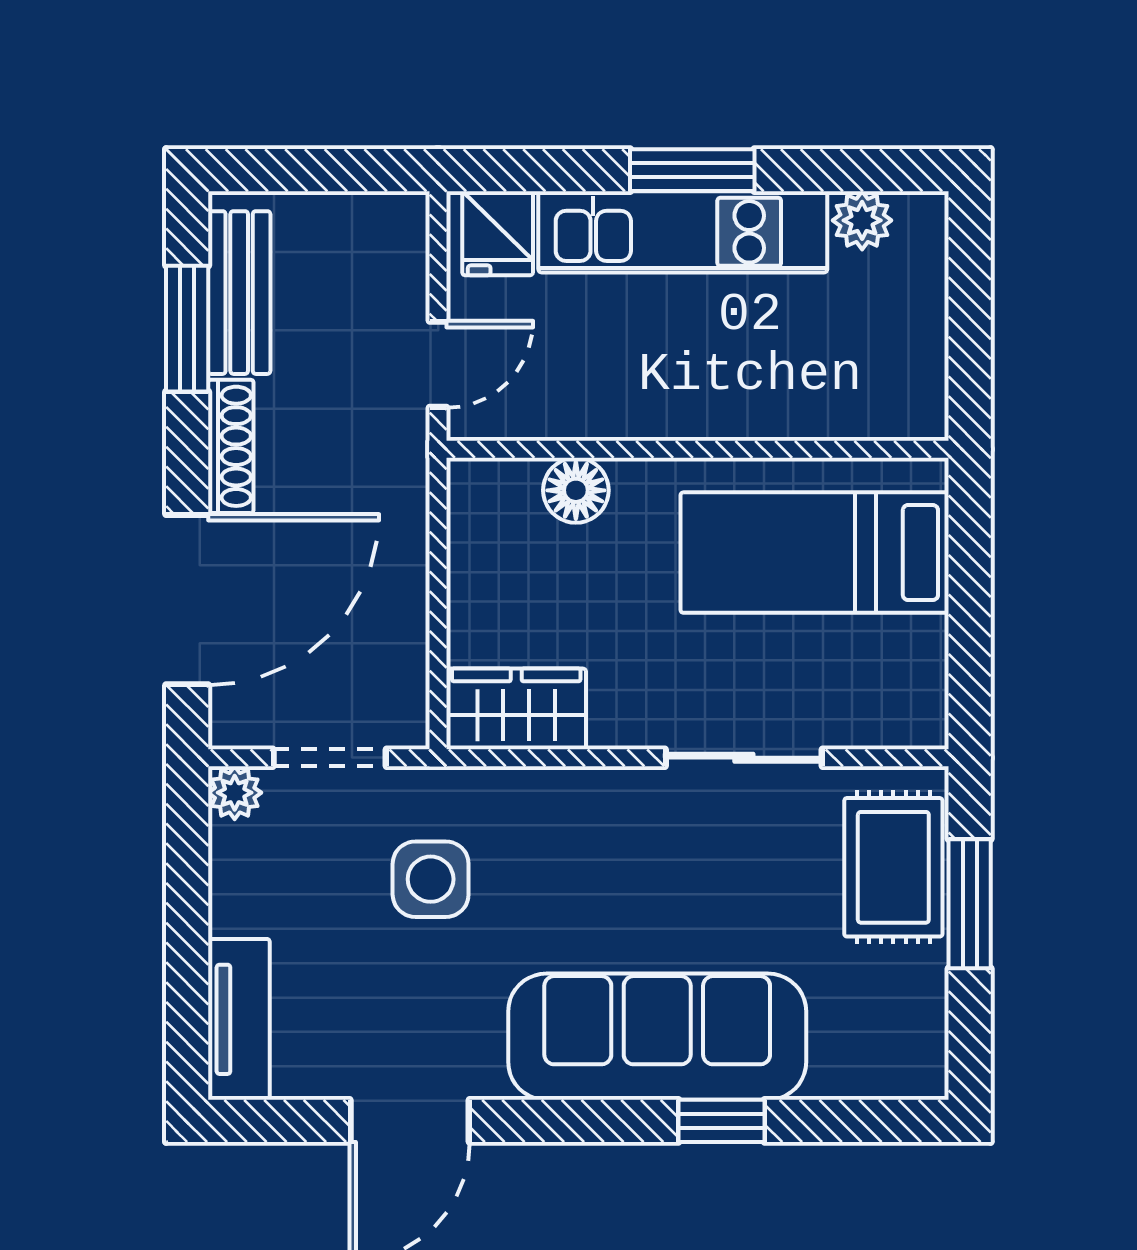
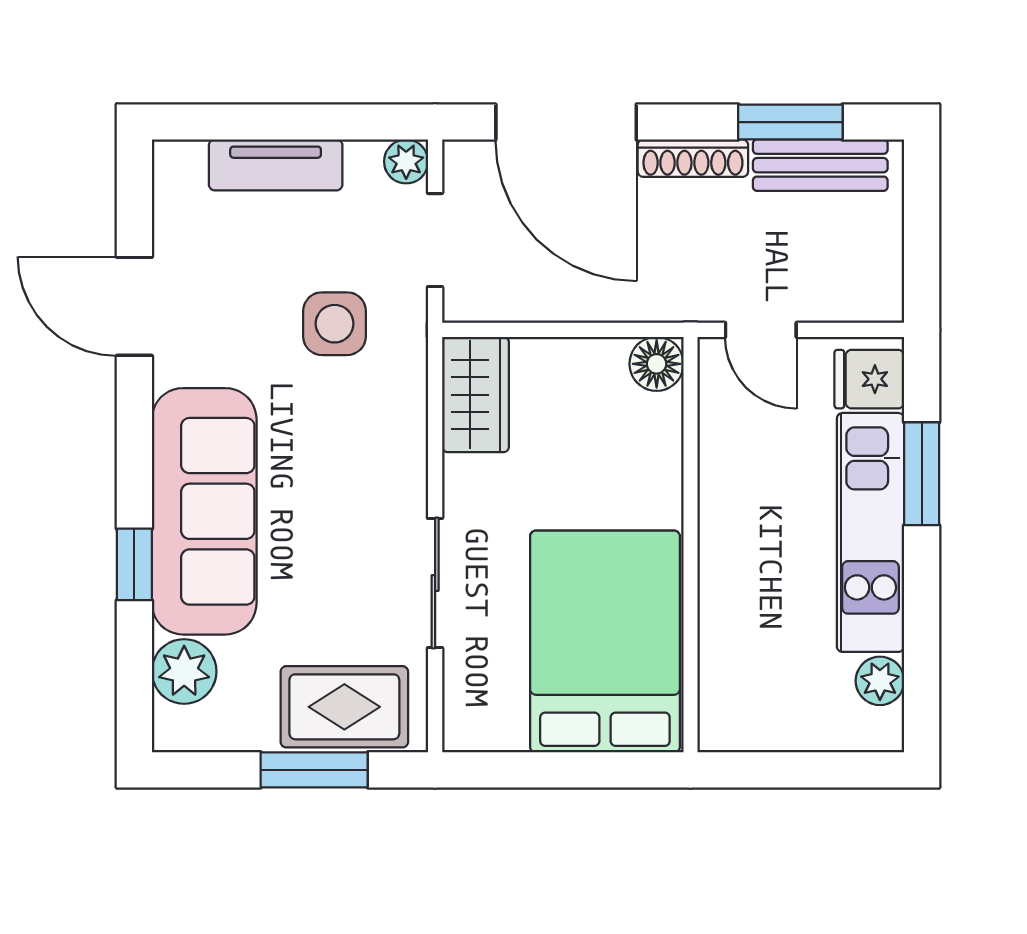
window: (692, 170) -> (922, 474), moved
floor lamp: (576, 490) -> (657, 364), moved
bed: (815, 553) -> (605, 642), width x1.50
tv unit: (239, 1019) -> (276, 165), moved
plant: (851, 1061) -> (184, 671), added

